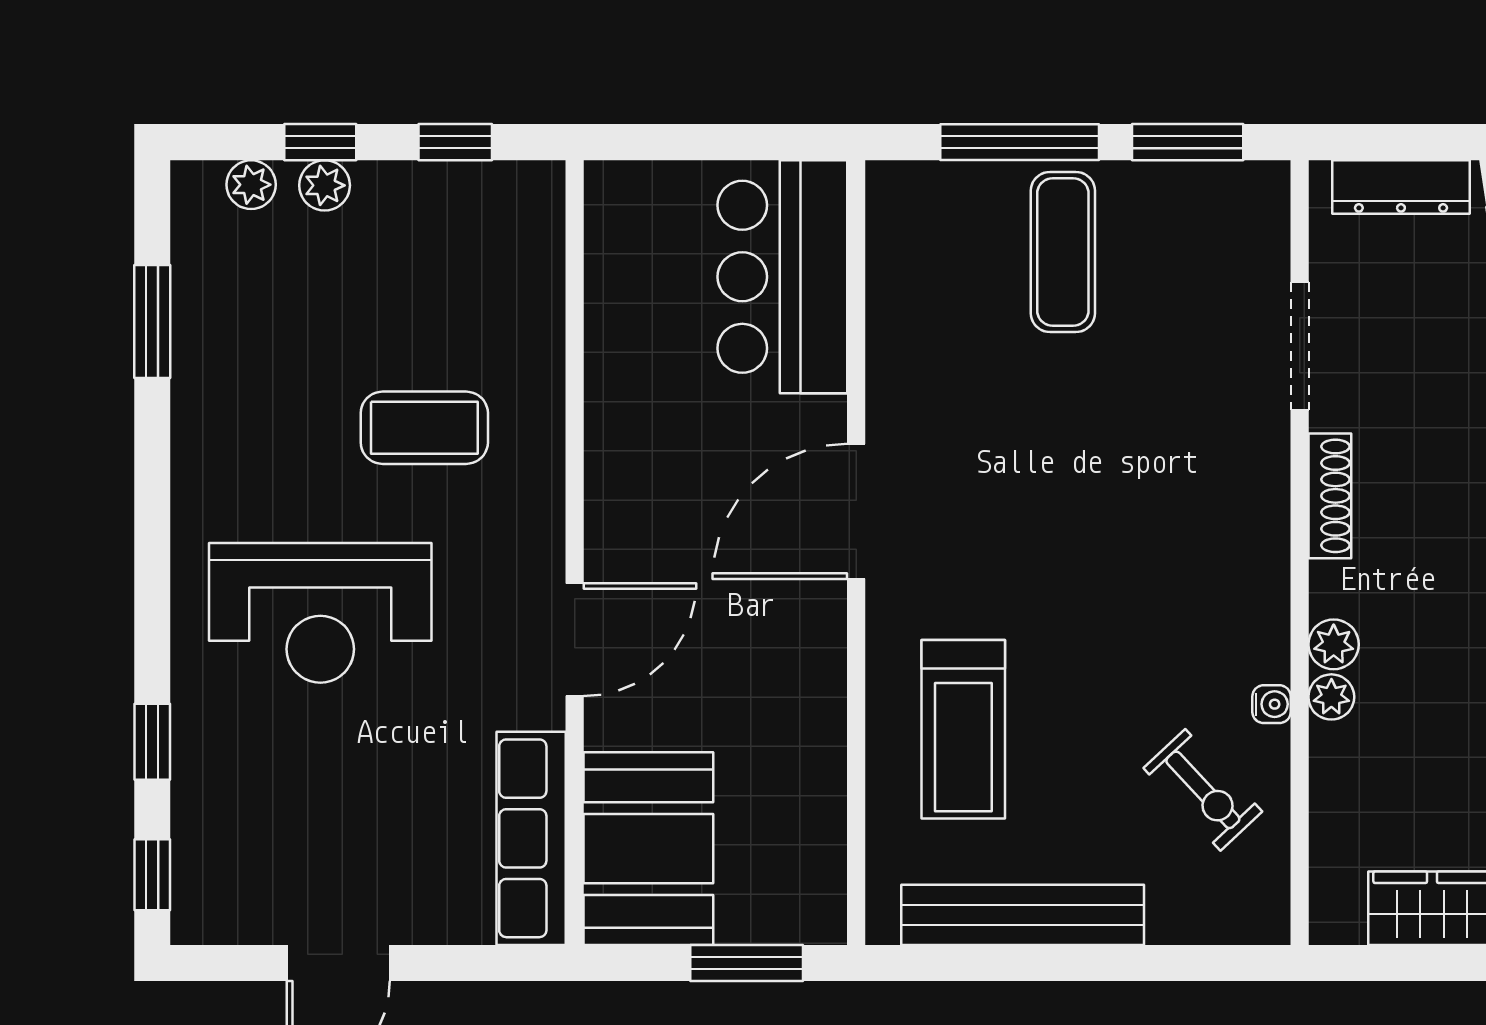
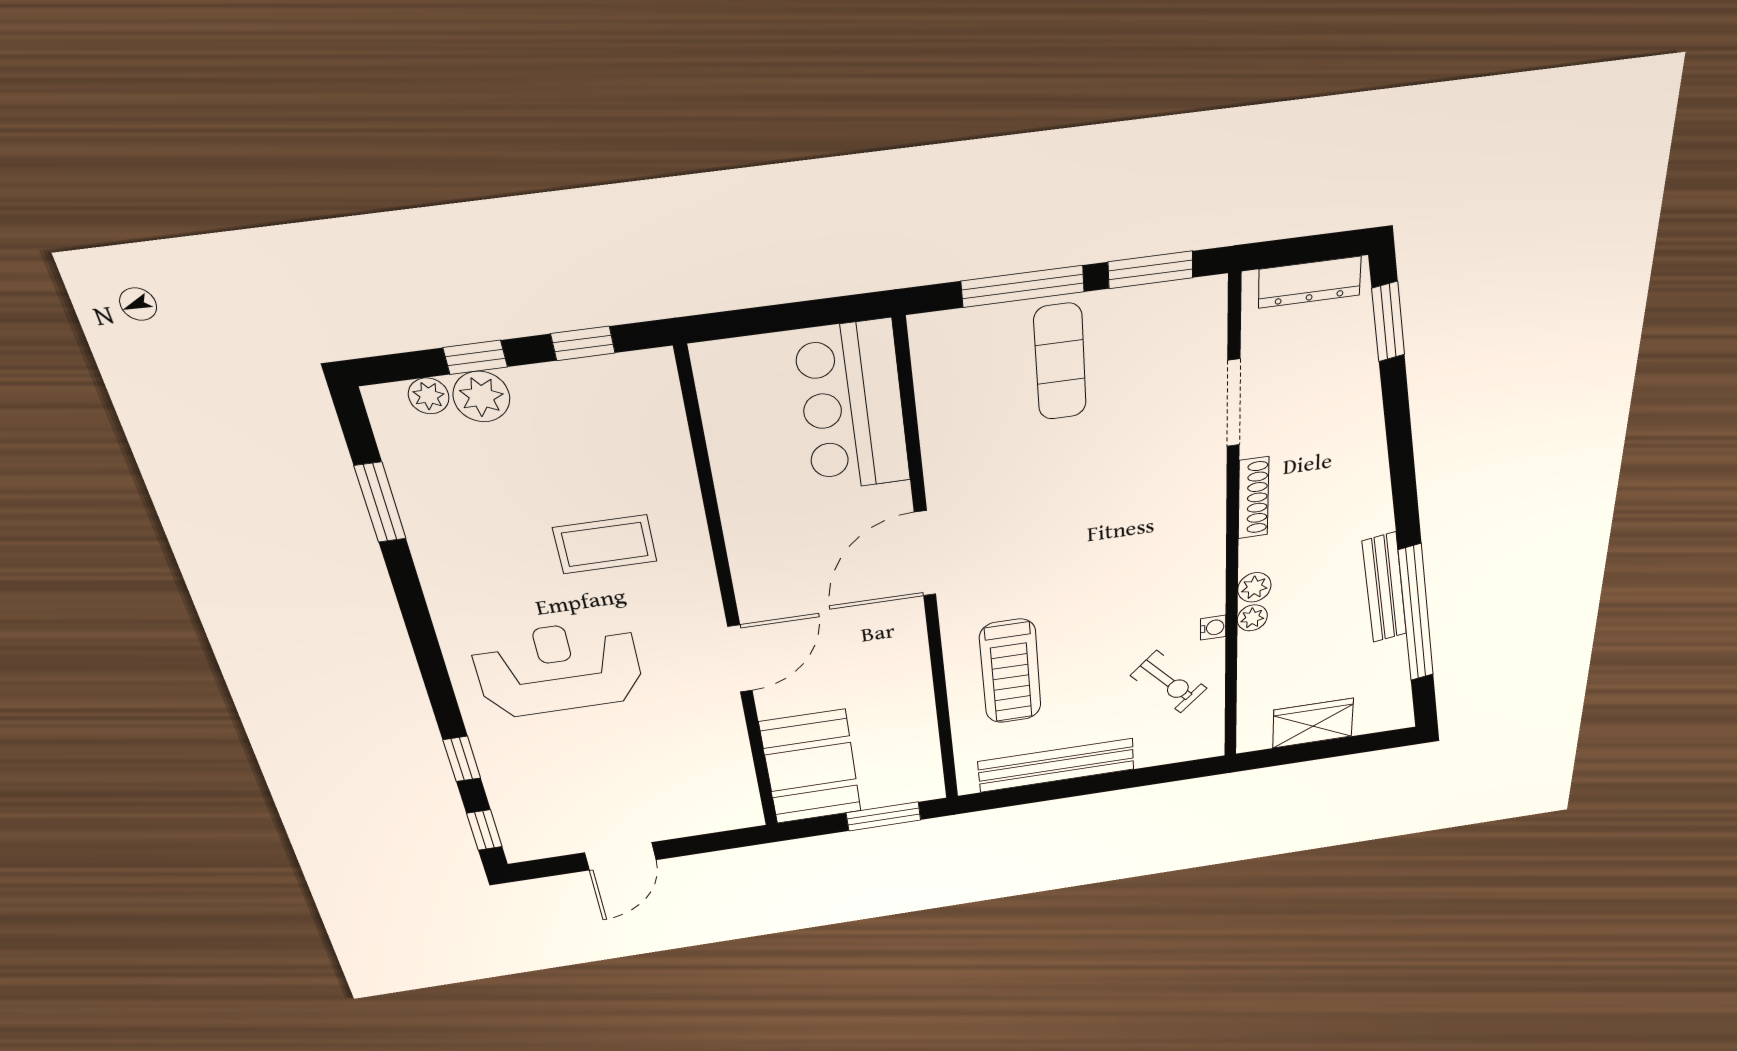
plant: (325, 185) -> (481, 397), width x1.38, depth x1.38
reception desk: (320, 613) -> (558, 669), turned 180
row of seats: (531, 838) -> (732, 773), removed

